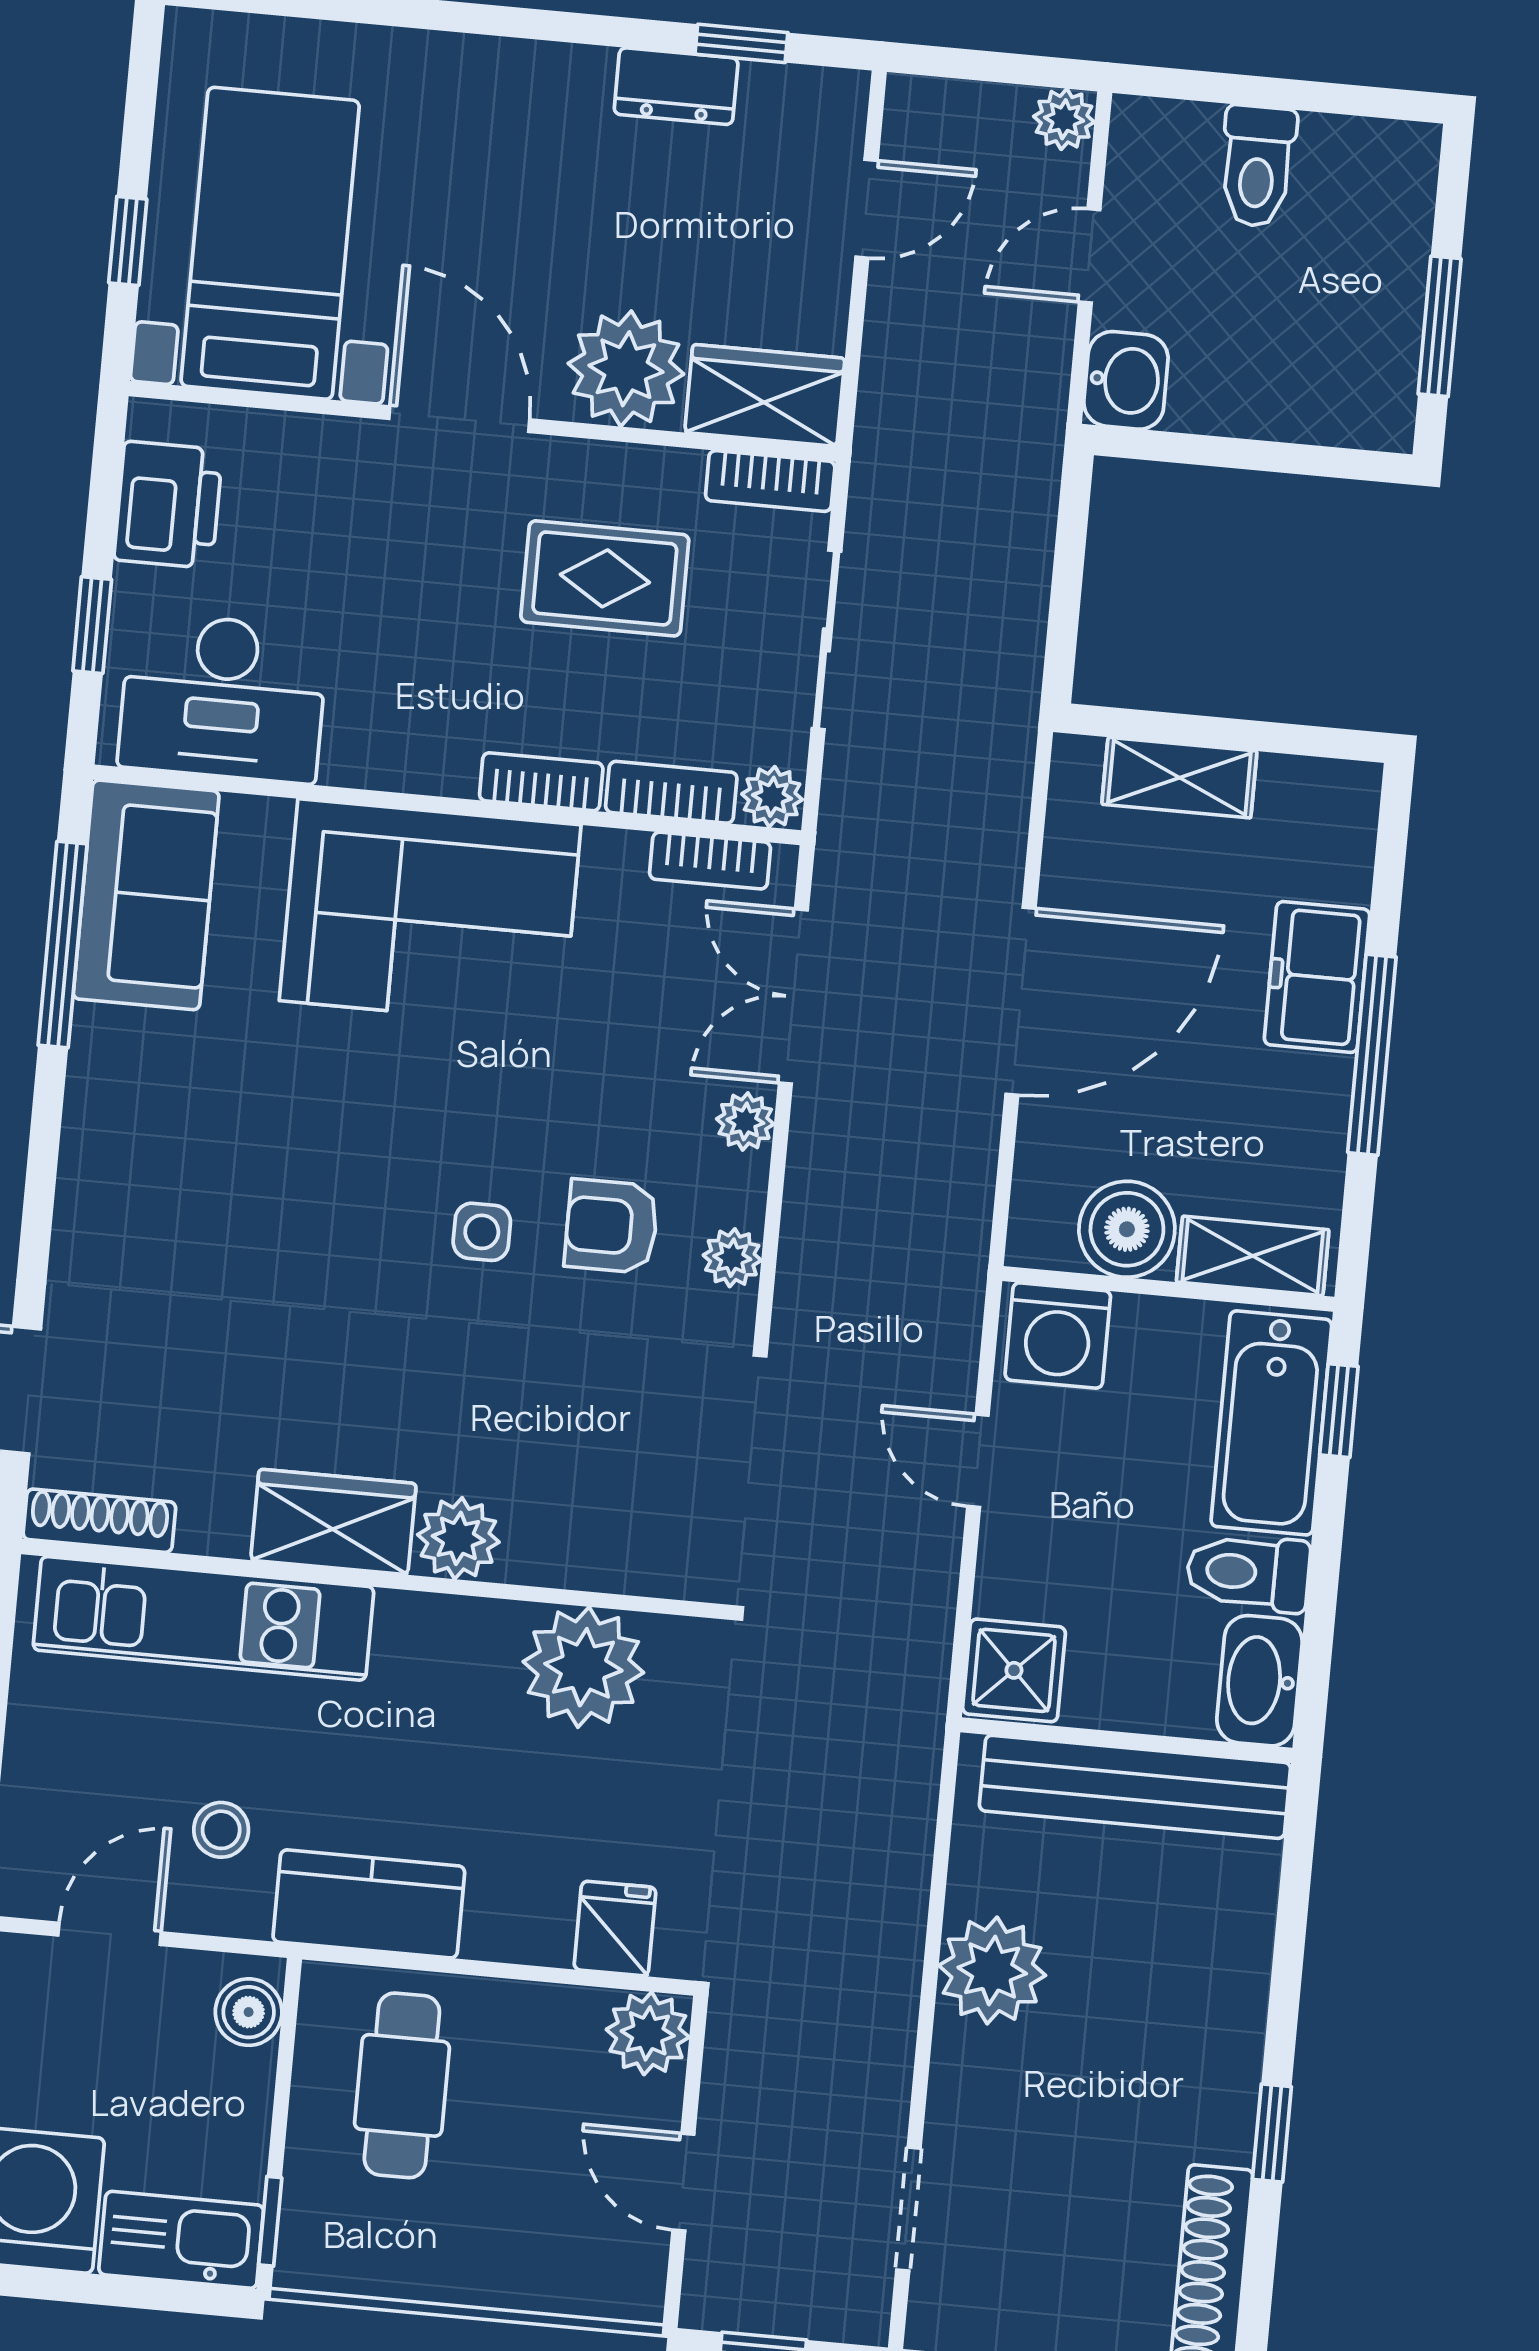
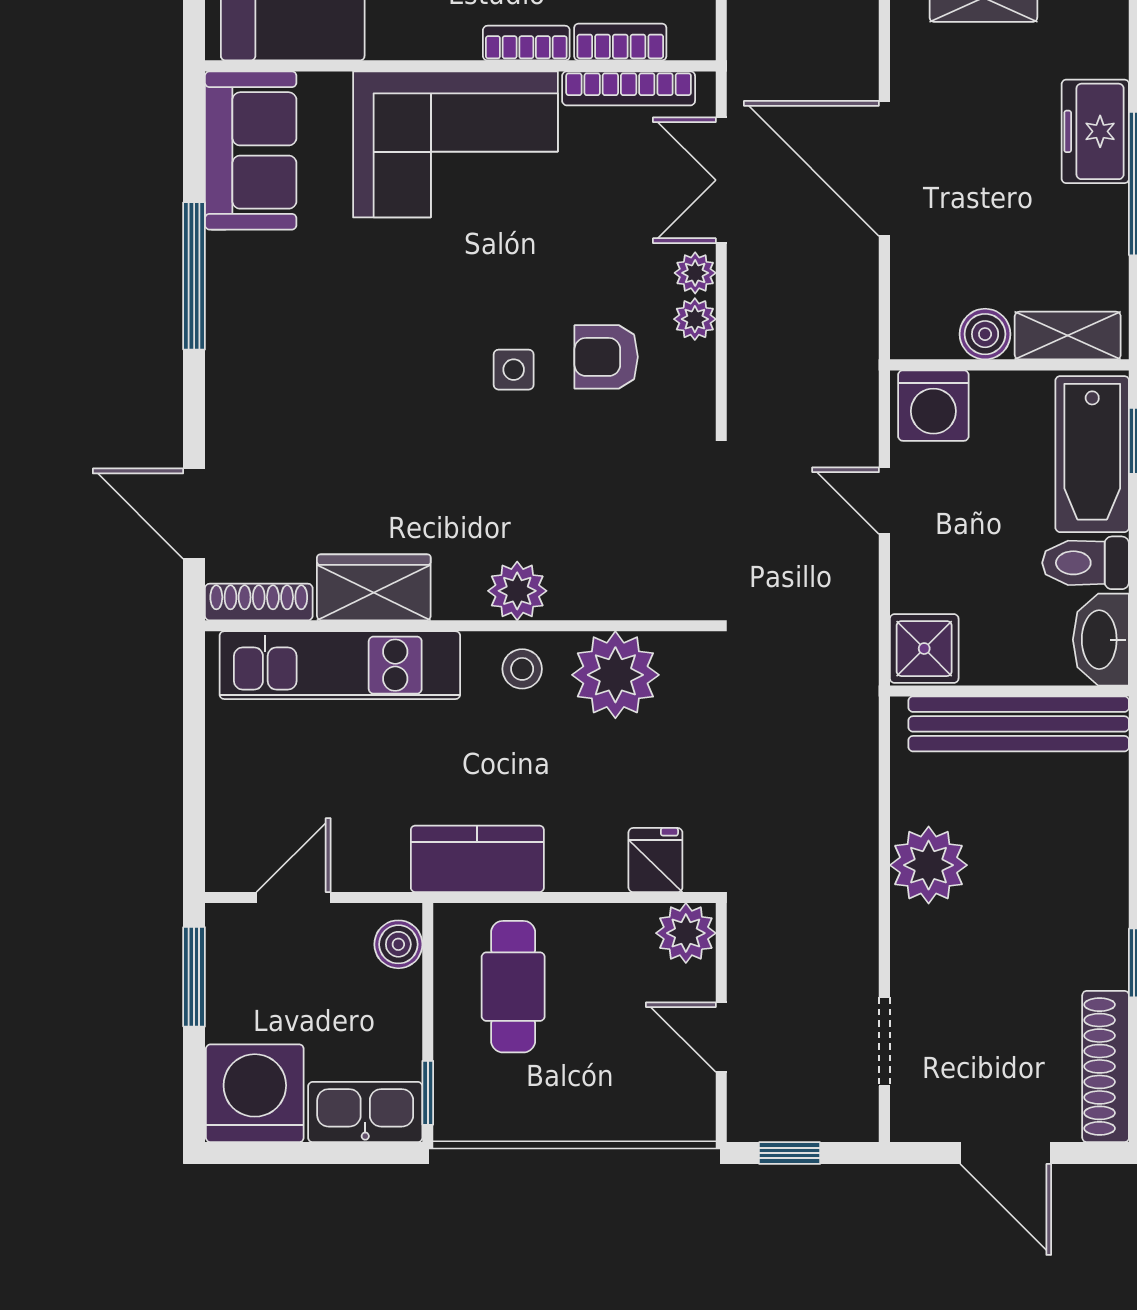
plant: (772, 797) -> (693, 39), removed
bookcase: (710, 861) -> (629, 88), width x1.56
window: (63, 945) -> (194, 276), moved
door: (1020, 1001) -> (884, 169), swing flipped
boiler: (1127, 1229) -> (985, 334), width x0.73, depth x0.73
plant: (732, 1258) -> (695, 319), moved
wardrobe: (333, 1522) -> (374, 587), moved
stool: (221, 1830) -> (522, 669), moved

